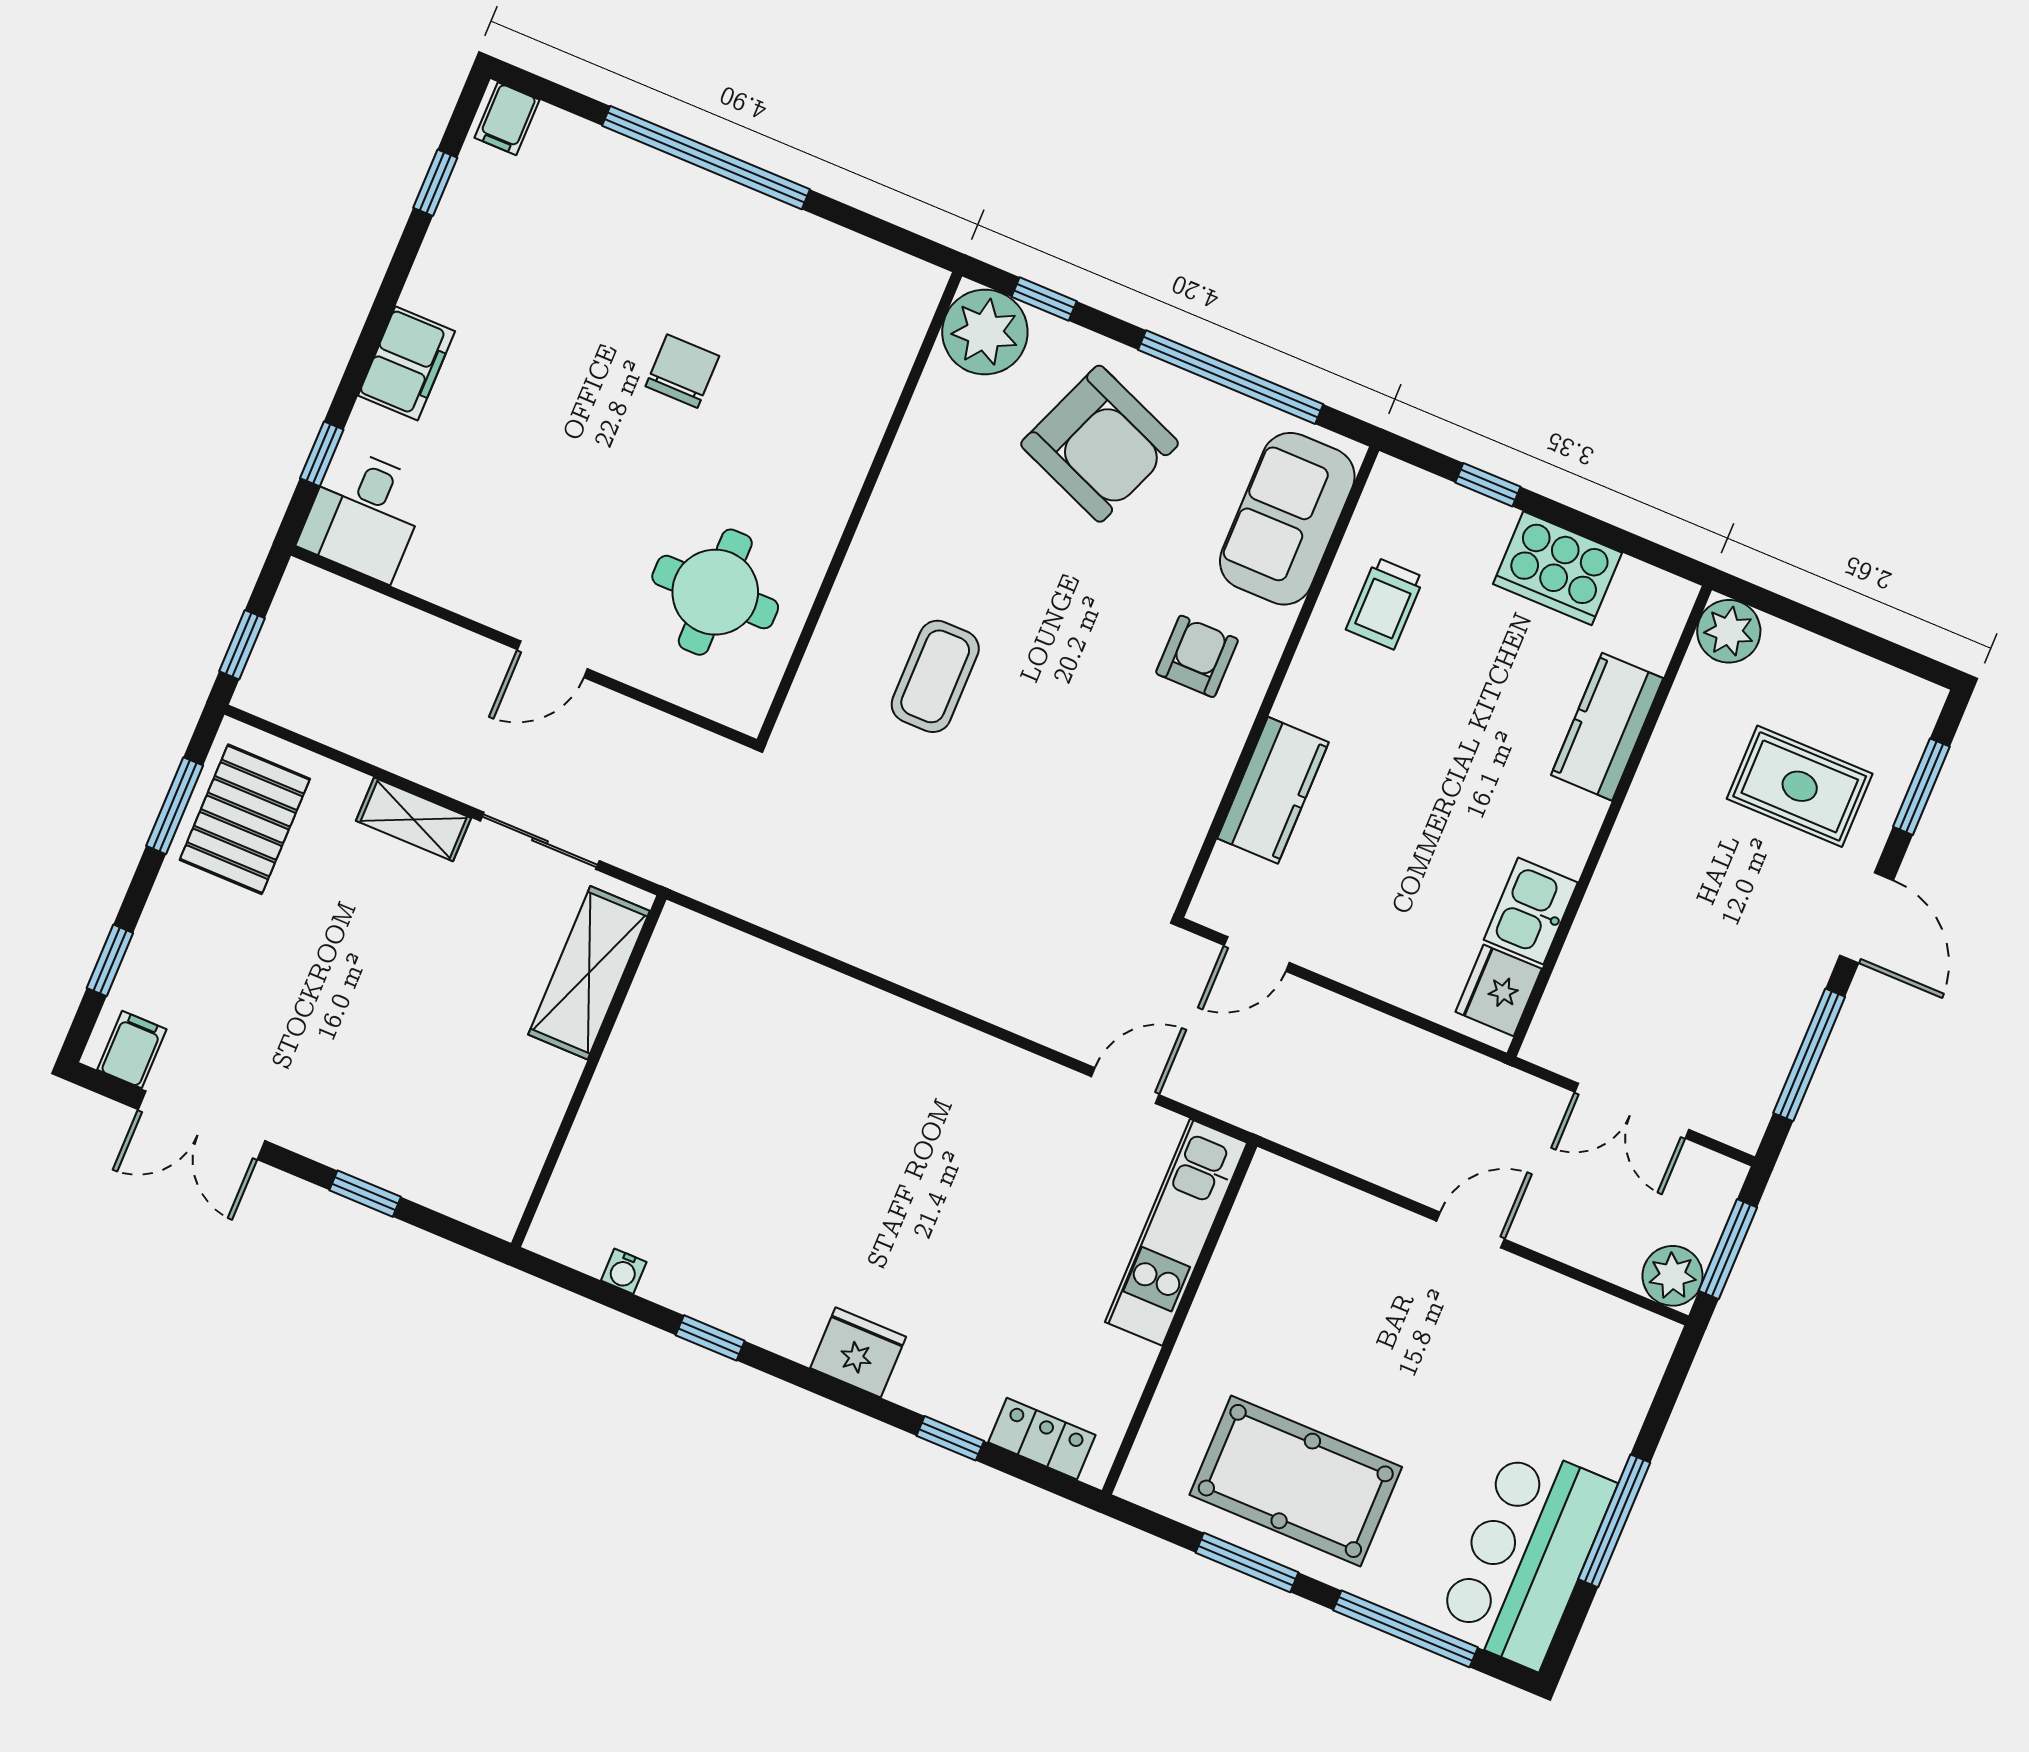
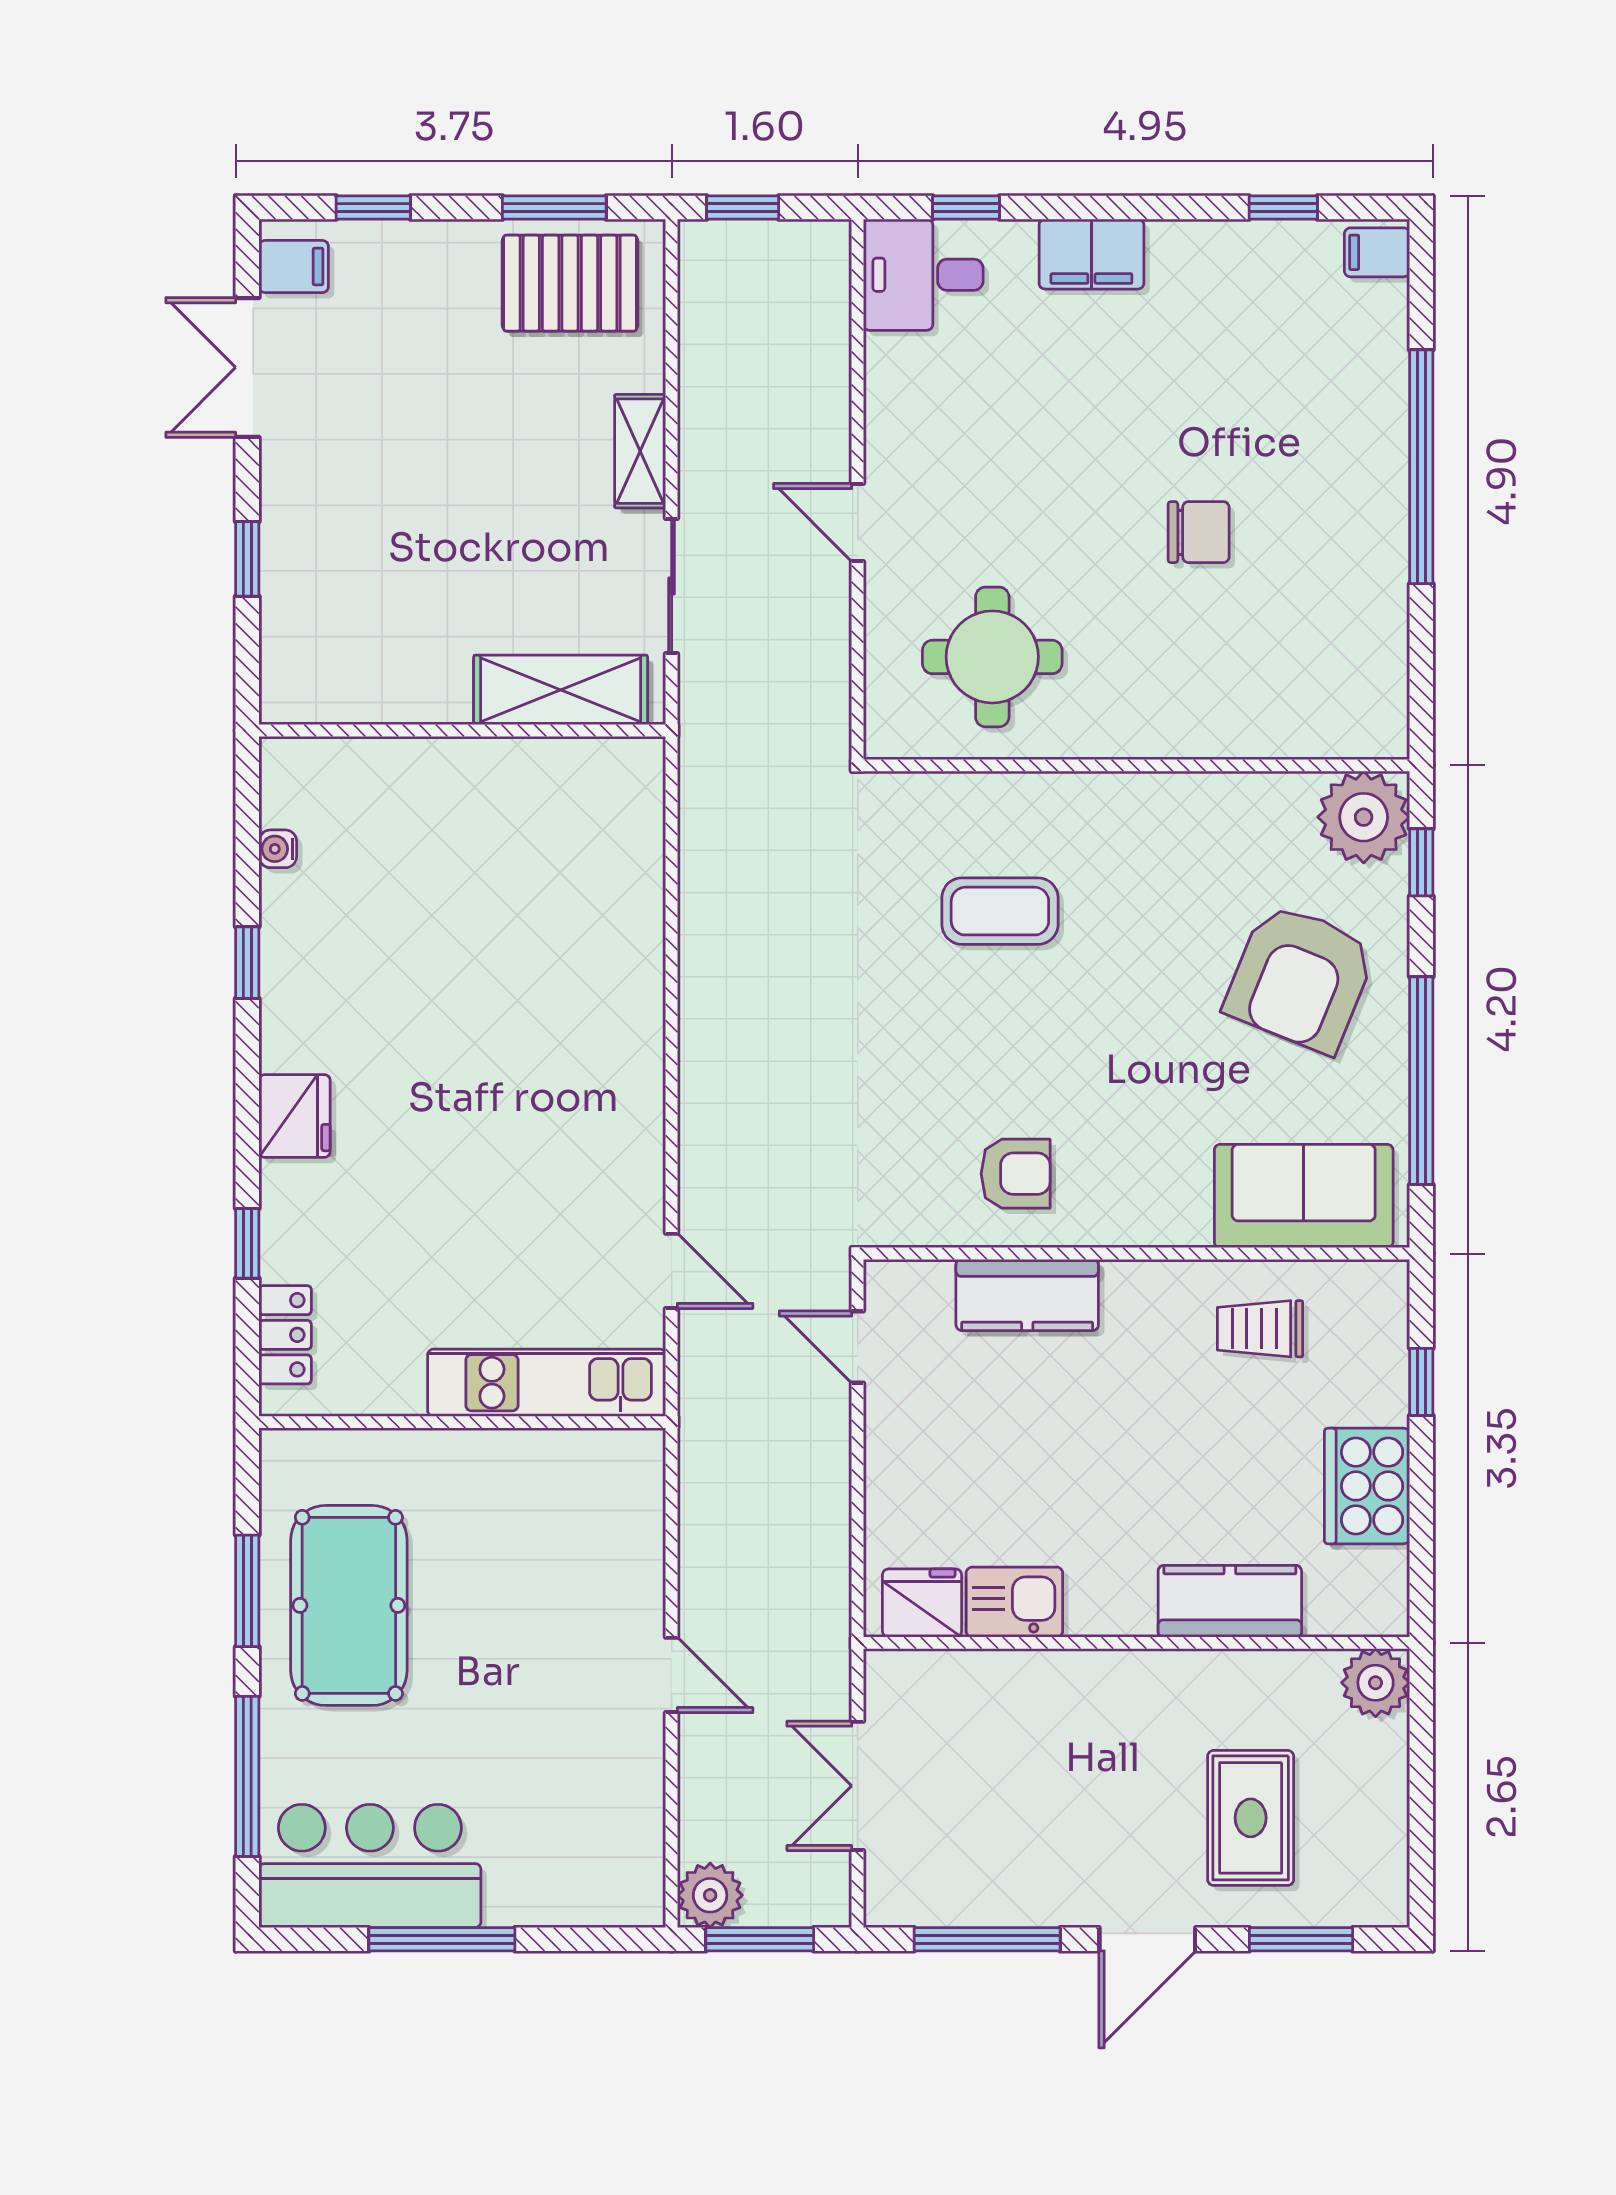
armchair: (1197, 656) -> (1016, 1174), moved

